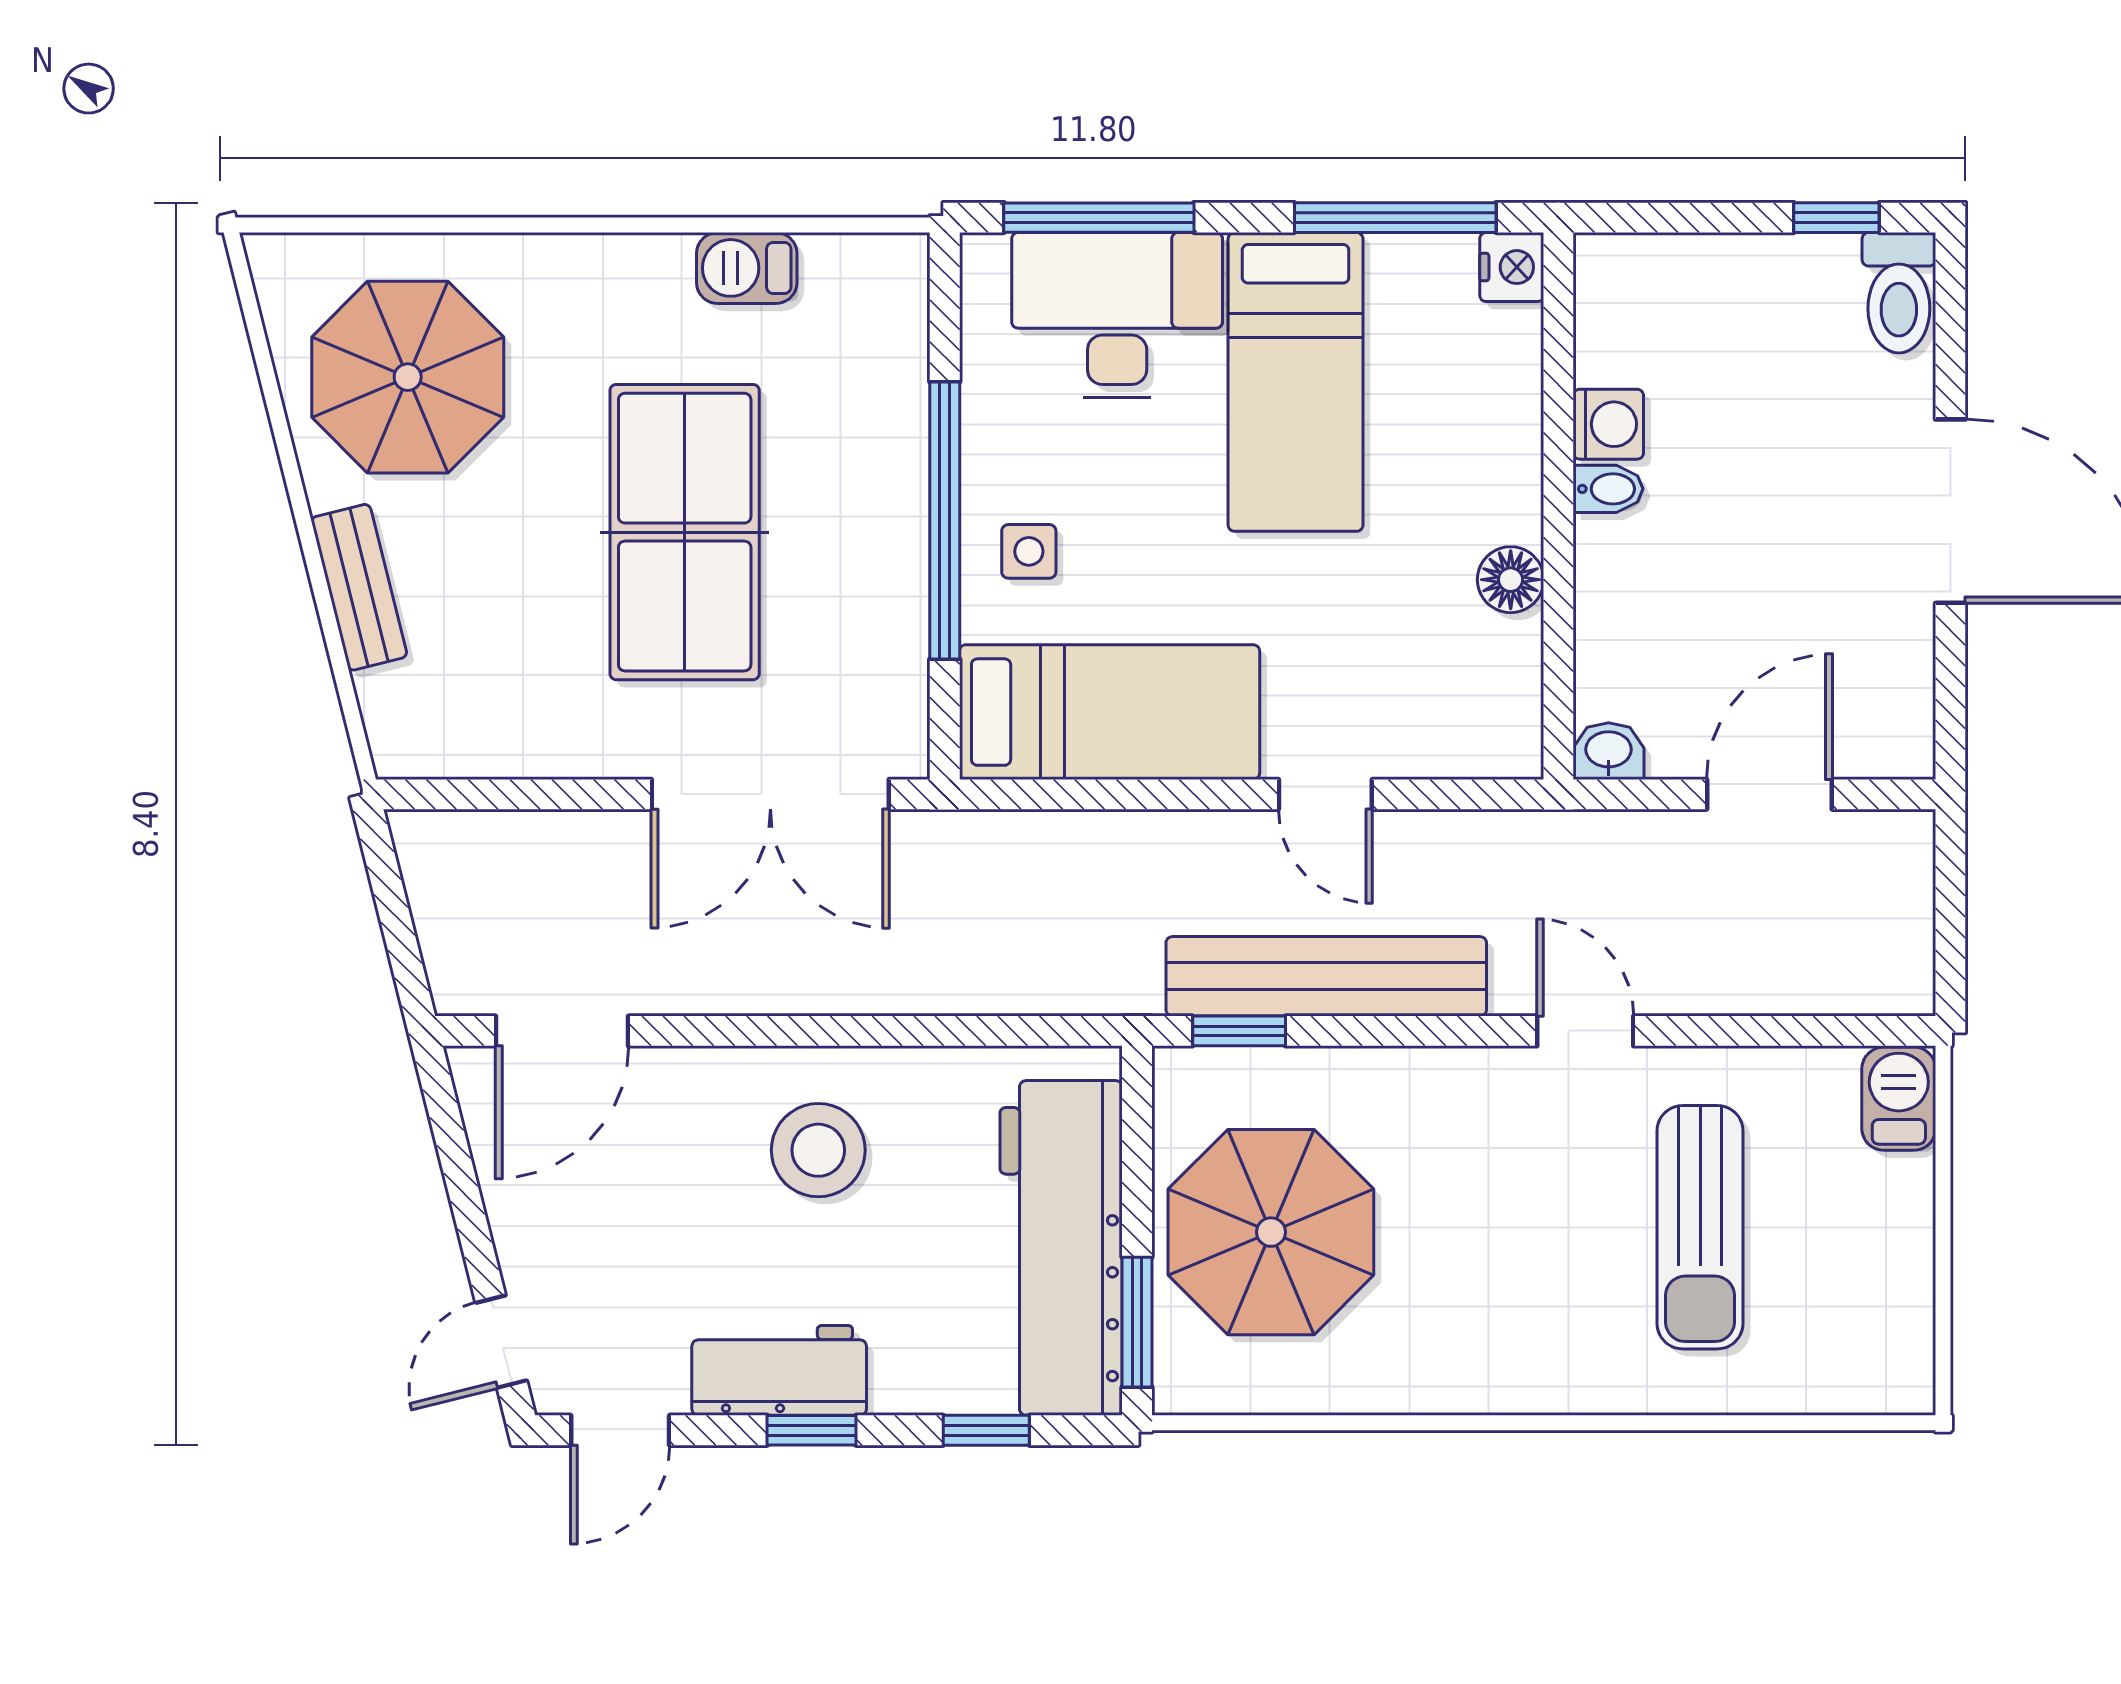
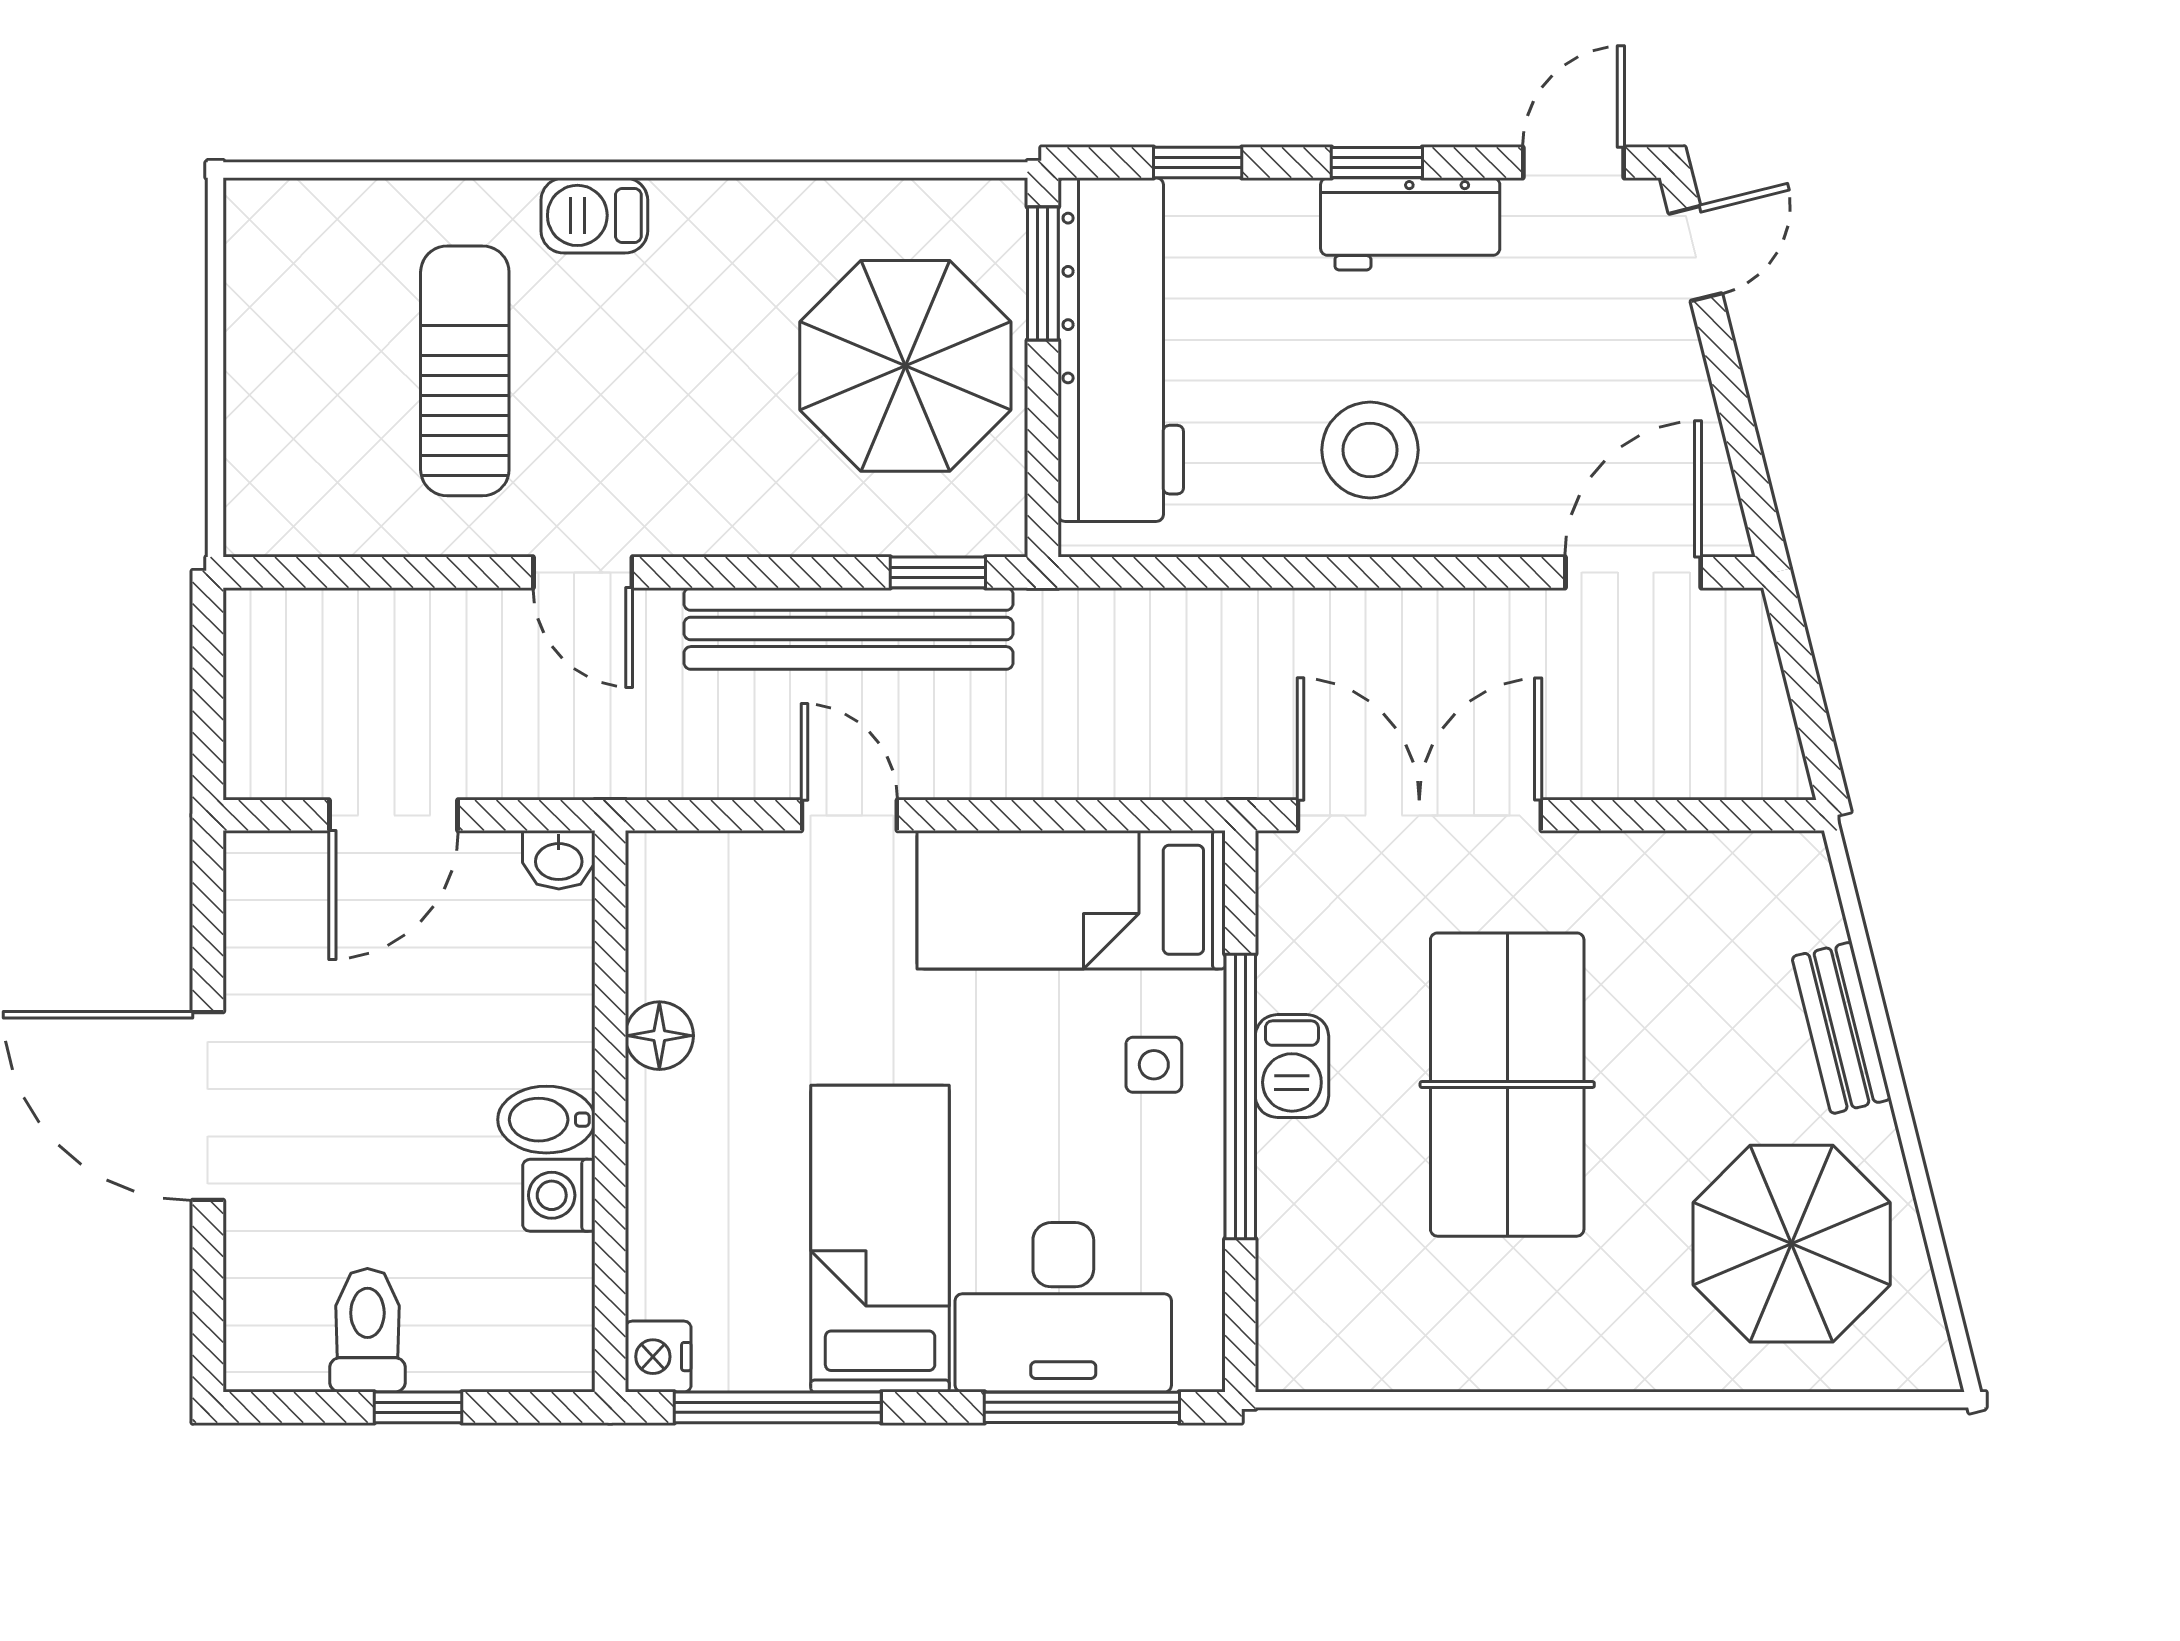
window: (1836, 218) -> (418, 1407), moved
barbecue: (747, 268) -> (1292, 1066), moved, turned 90
toilet: (1899, 293) -> (367, 1330), moved
bidet: (1608, 489) -> (546, 1120), width x1.38, depth x1.36
barbecue: (1899, 1099) -> (594, 215), moved, turned 90

